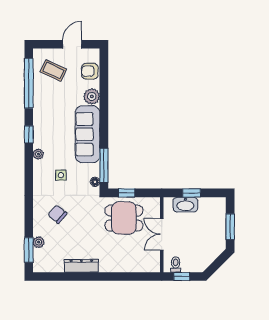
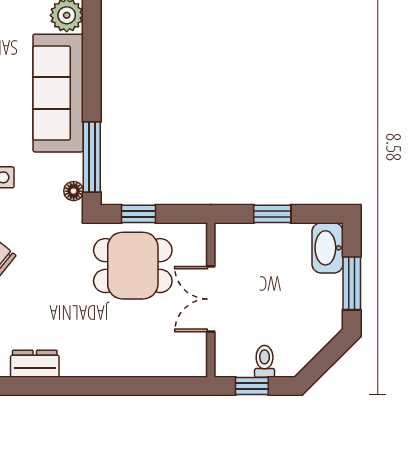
washbasin: (185, 205) -> (328, 248), moved, turned 90
toilet: (176, 265) -> (265, 361), moved
dresser: (81, 266) -> (35, 364), width x0.70

